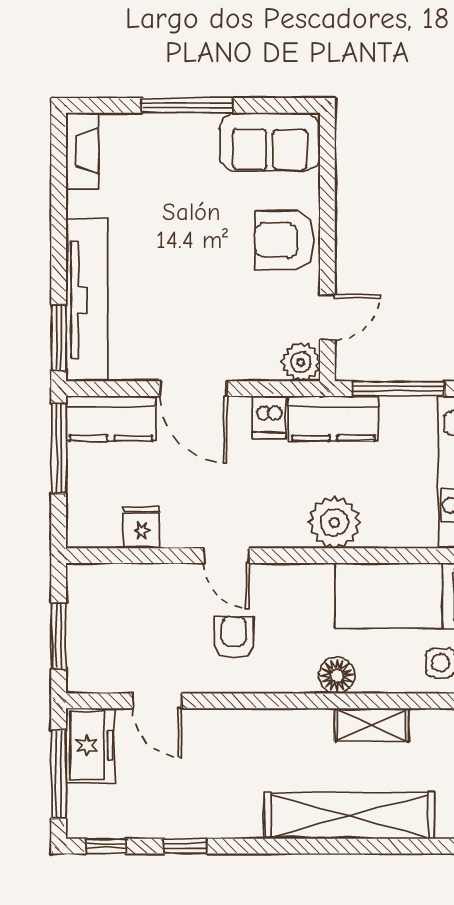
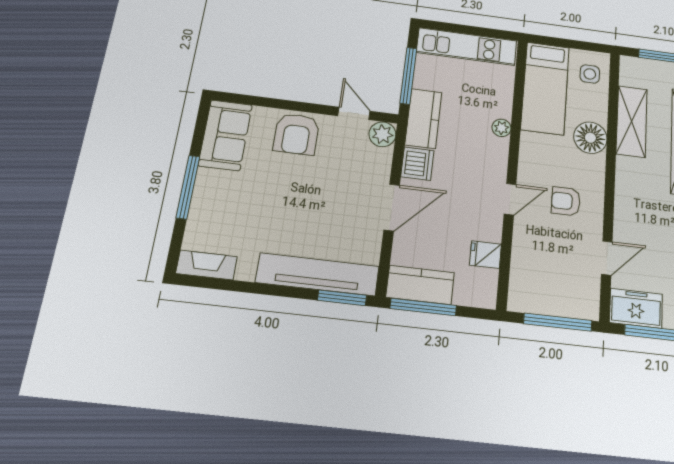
dishwasher: (269, 417) -> (417, 164), width x1.38
kitchen counter: (111, 418) -> (420, 285), moved, turned -90
plant: (334, 522) -> (502, 128), width x0.53, depth x0.53
window: (59, 636) -> (558, 322), width x1.44
floor lamp: (337, 675) -> (590, 138), width x1.38, depth x1.38
shelving: (372, 725) -> (632, 121), width x1.50, depth x1.33

